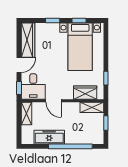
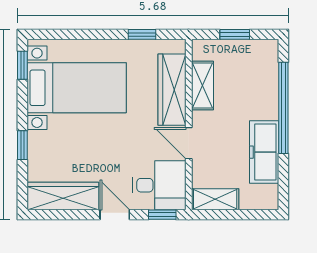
window: (79, 21) -> (22, 65), moved
wardrobe: (85, 93) -> (172, 90), width x1.50
door: (53, 101) -> (189, 143), swing flipped
shelving: (92, 107) -> (202, 85), moved

